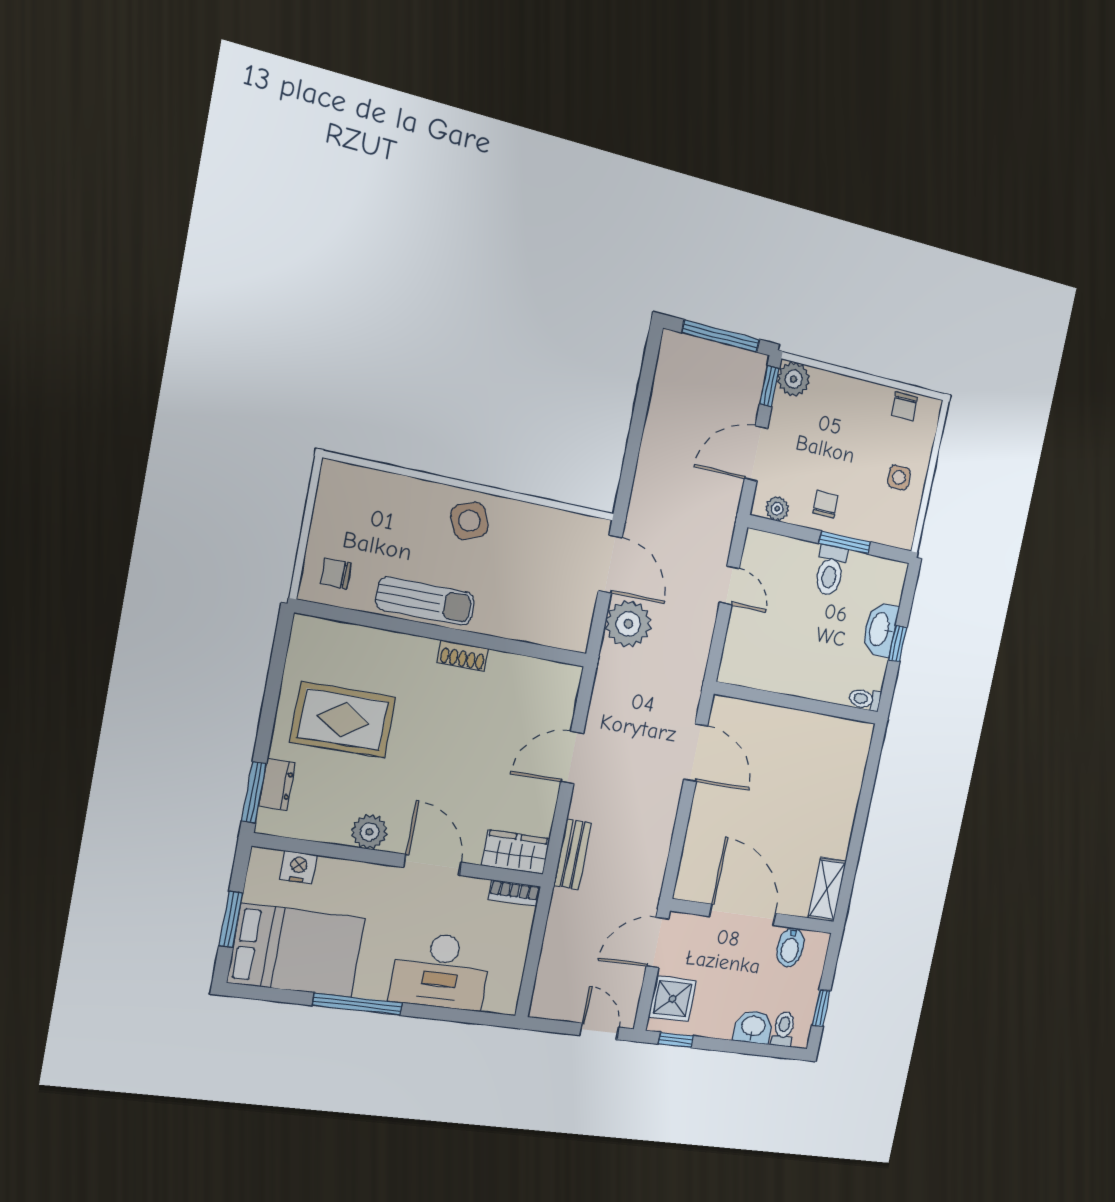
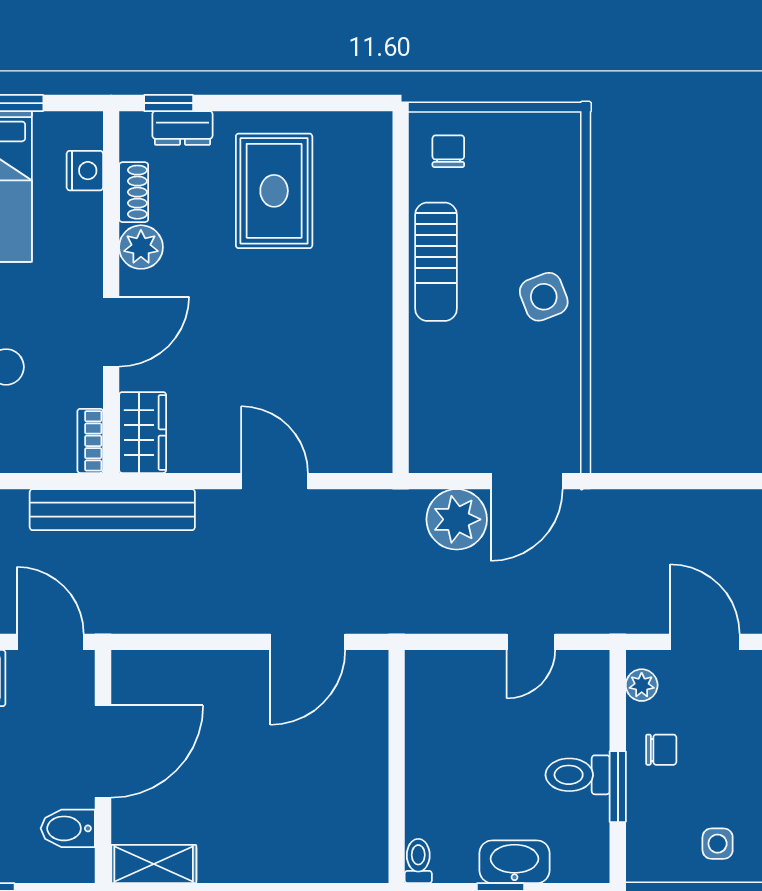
shoe rack: (463, 656) -> (134, 192), moved, turned 180
window: (254, 792) -> (169, 103), width x0.67
bench: (572, 854) -> (112, 510), width x1.86, depth x1.21

